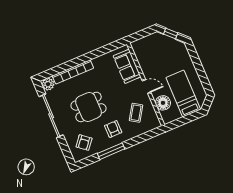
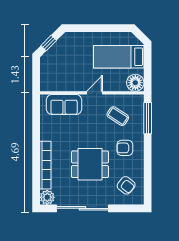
floor lamp: (163, 103) -> (135, 83), moved
dining table: (89, 107) -> (90, 164), turned 90
window: (111, 151) -> (148, 118), moved

